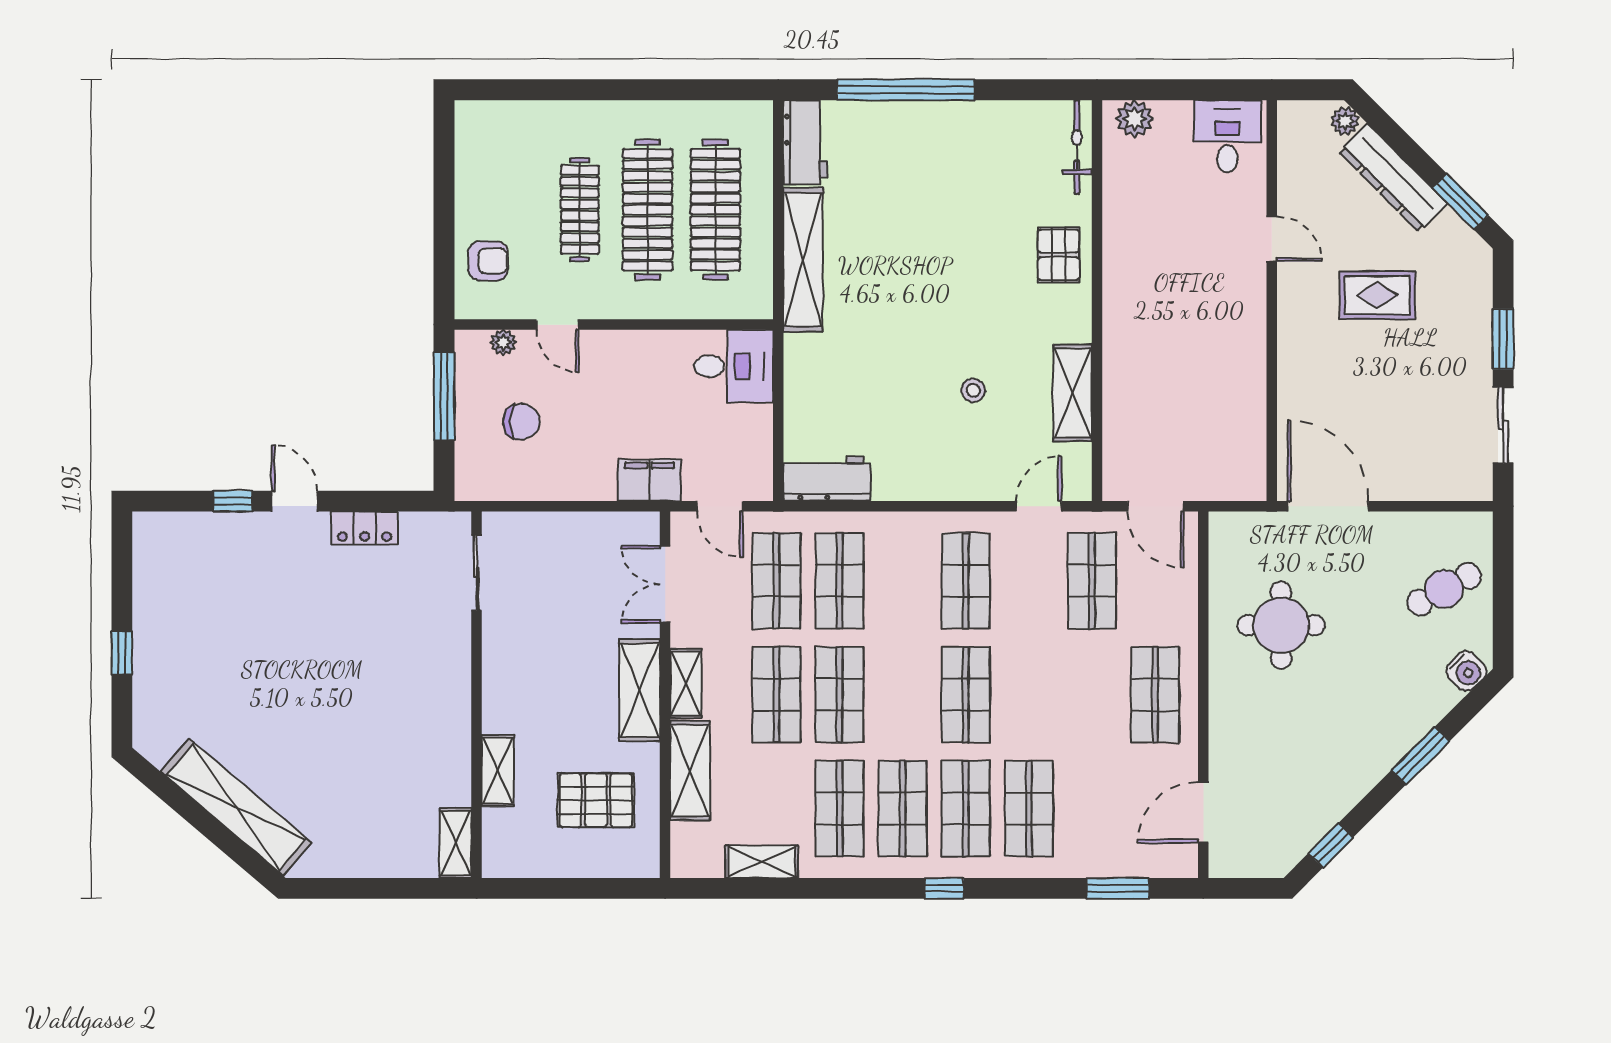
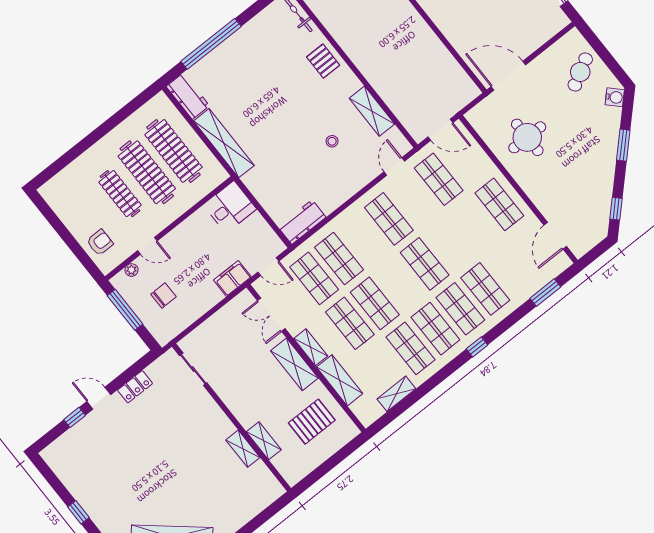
shelving: (456, 843) -> (243, 449), moved

